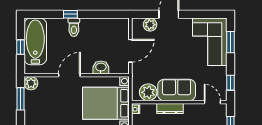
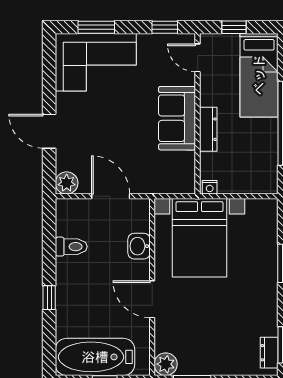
plant: (150, 25) -> (67, 183), moved
toilet: (74, 27) -> (71, 247), moved
plant: (148, 92) -> (181, 166), removed
door: (212, 102) -> (198, 58), hinge flipped

